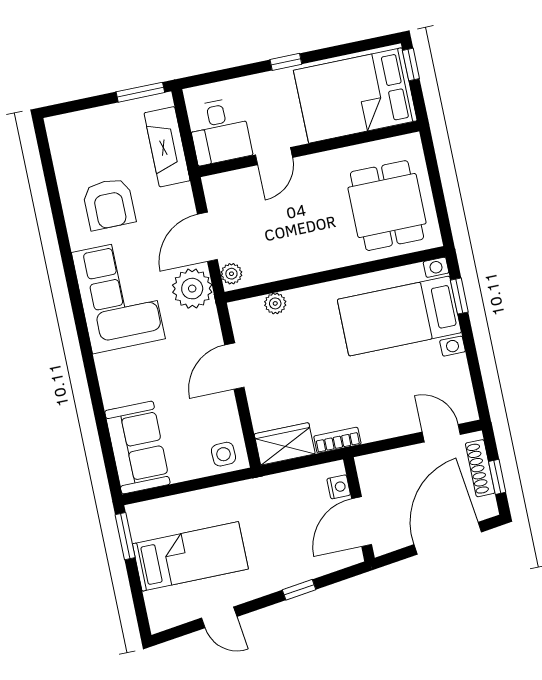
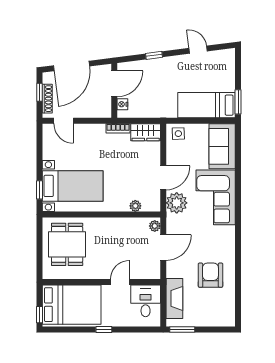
plant: (192, 289) -> (177, 203), moved
corner sofa: (118, 296) -> (216, 197), moved
bed: (190, 556) -> (207, 105), moved

